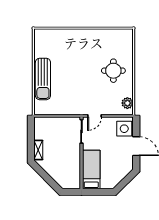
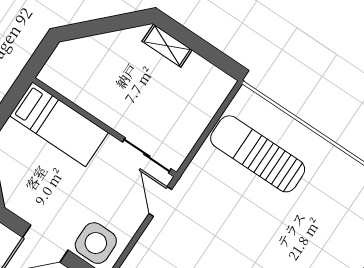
sun lounger: (43, 79) -> (258, 154), moved

